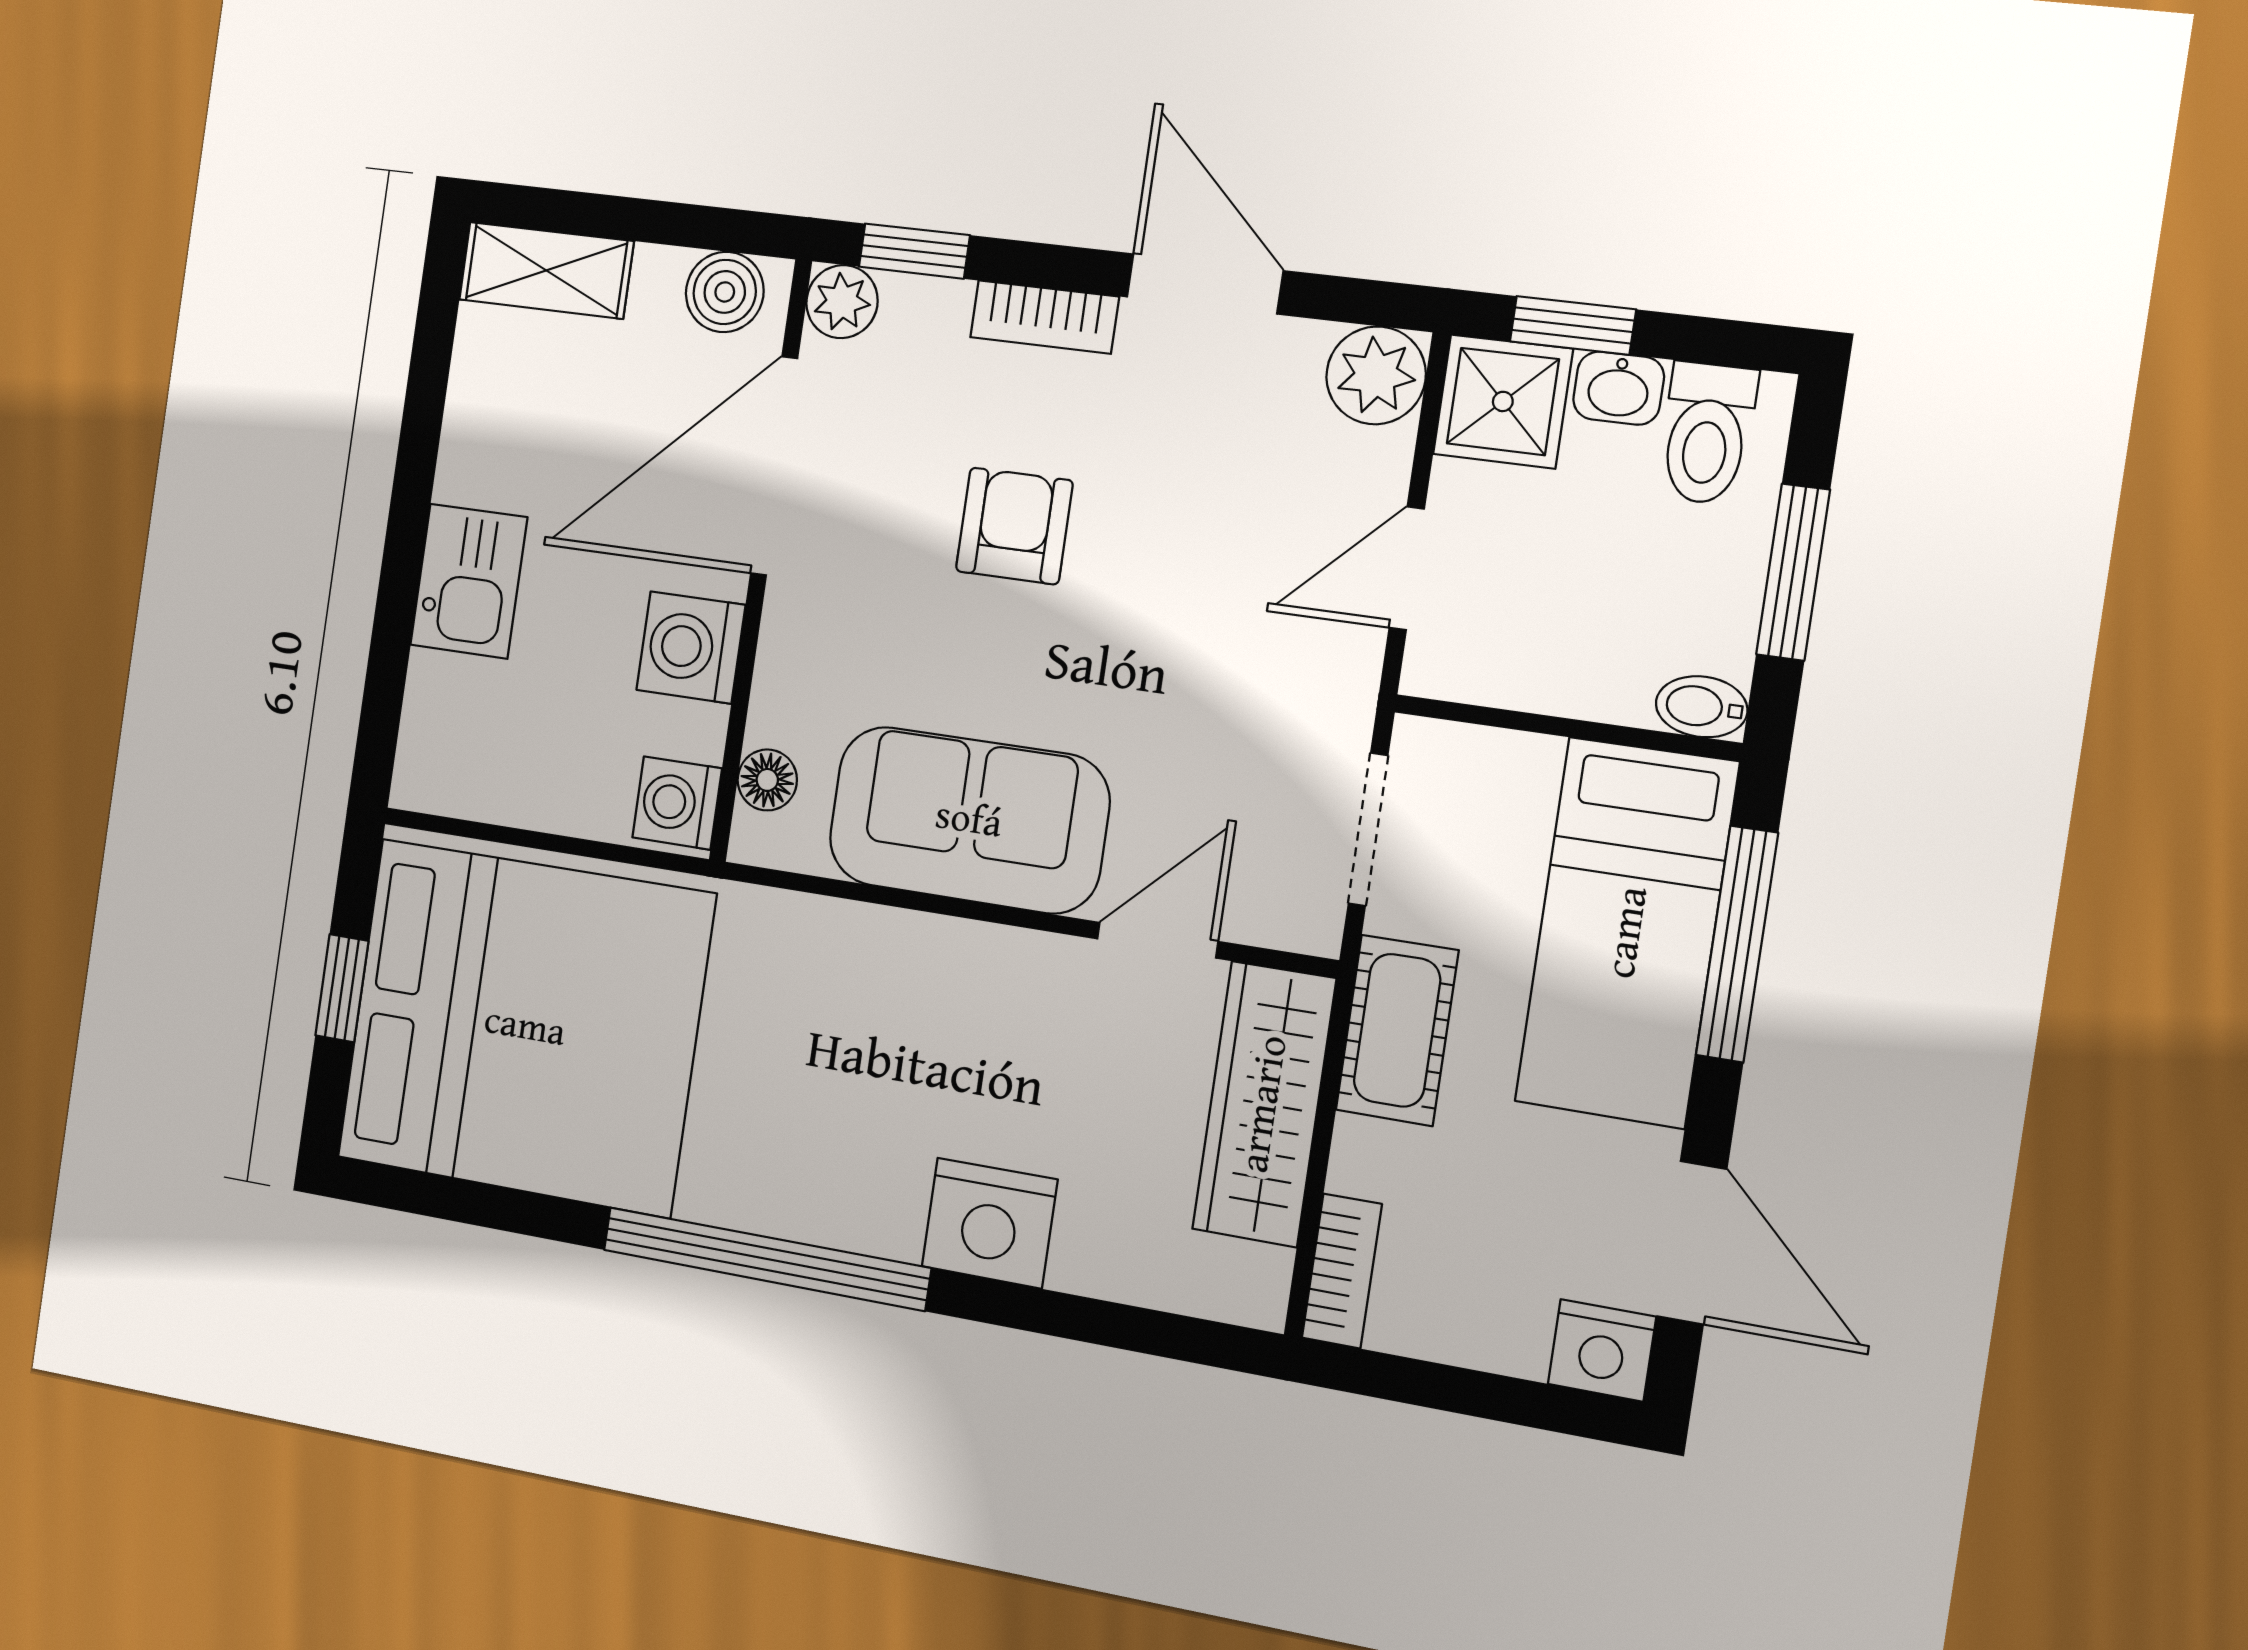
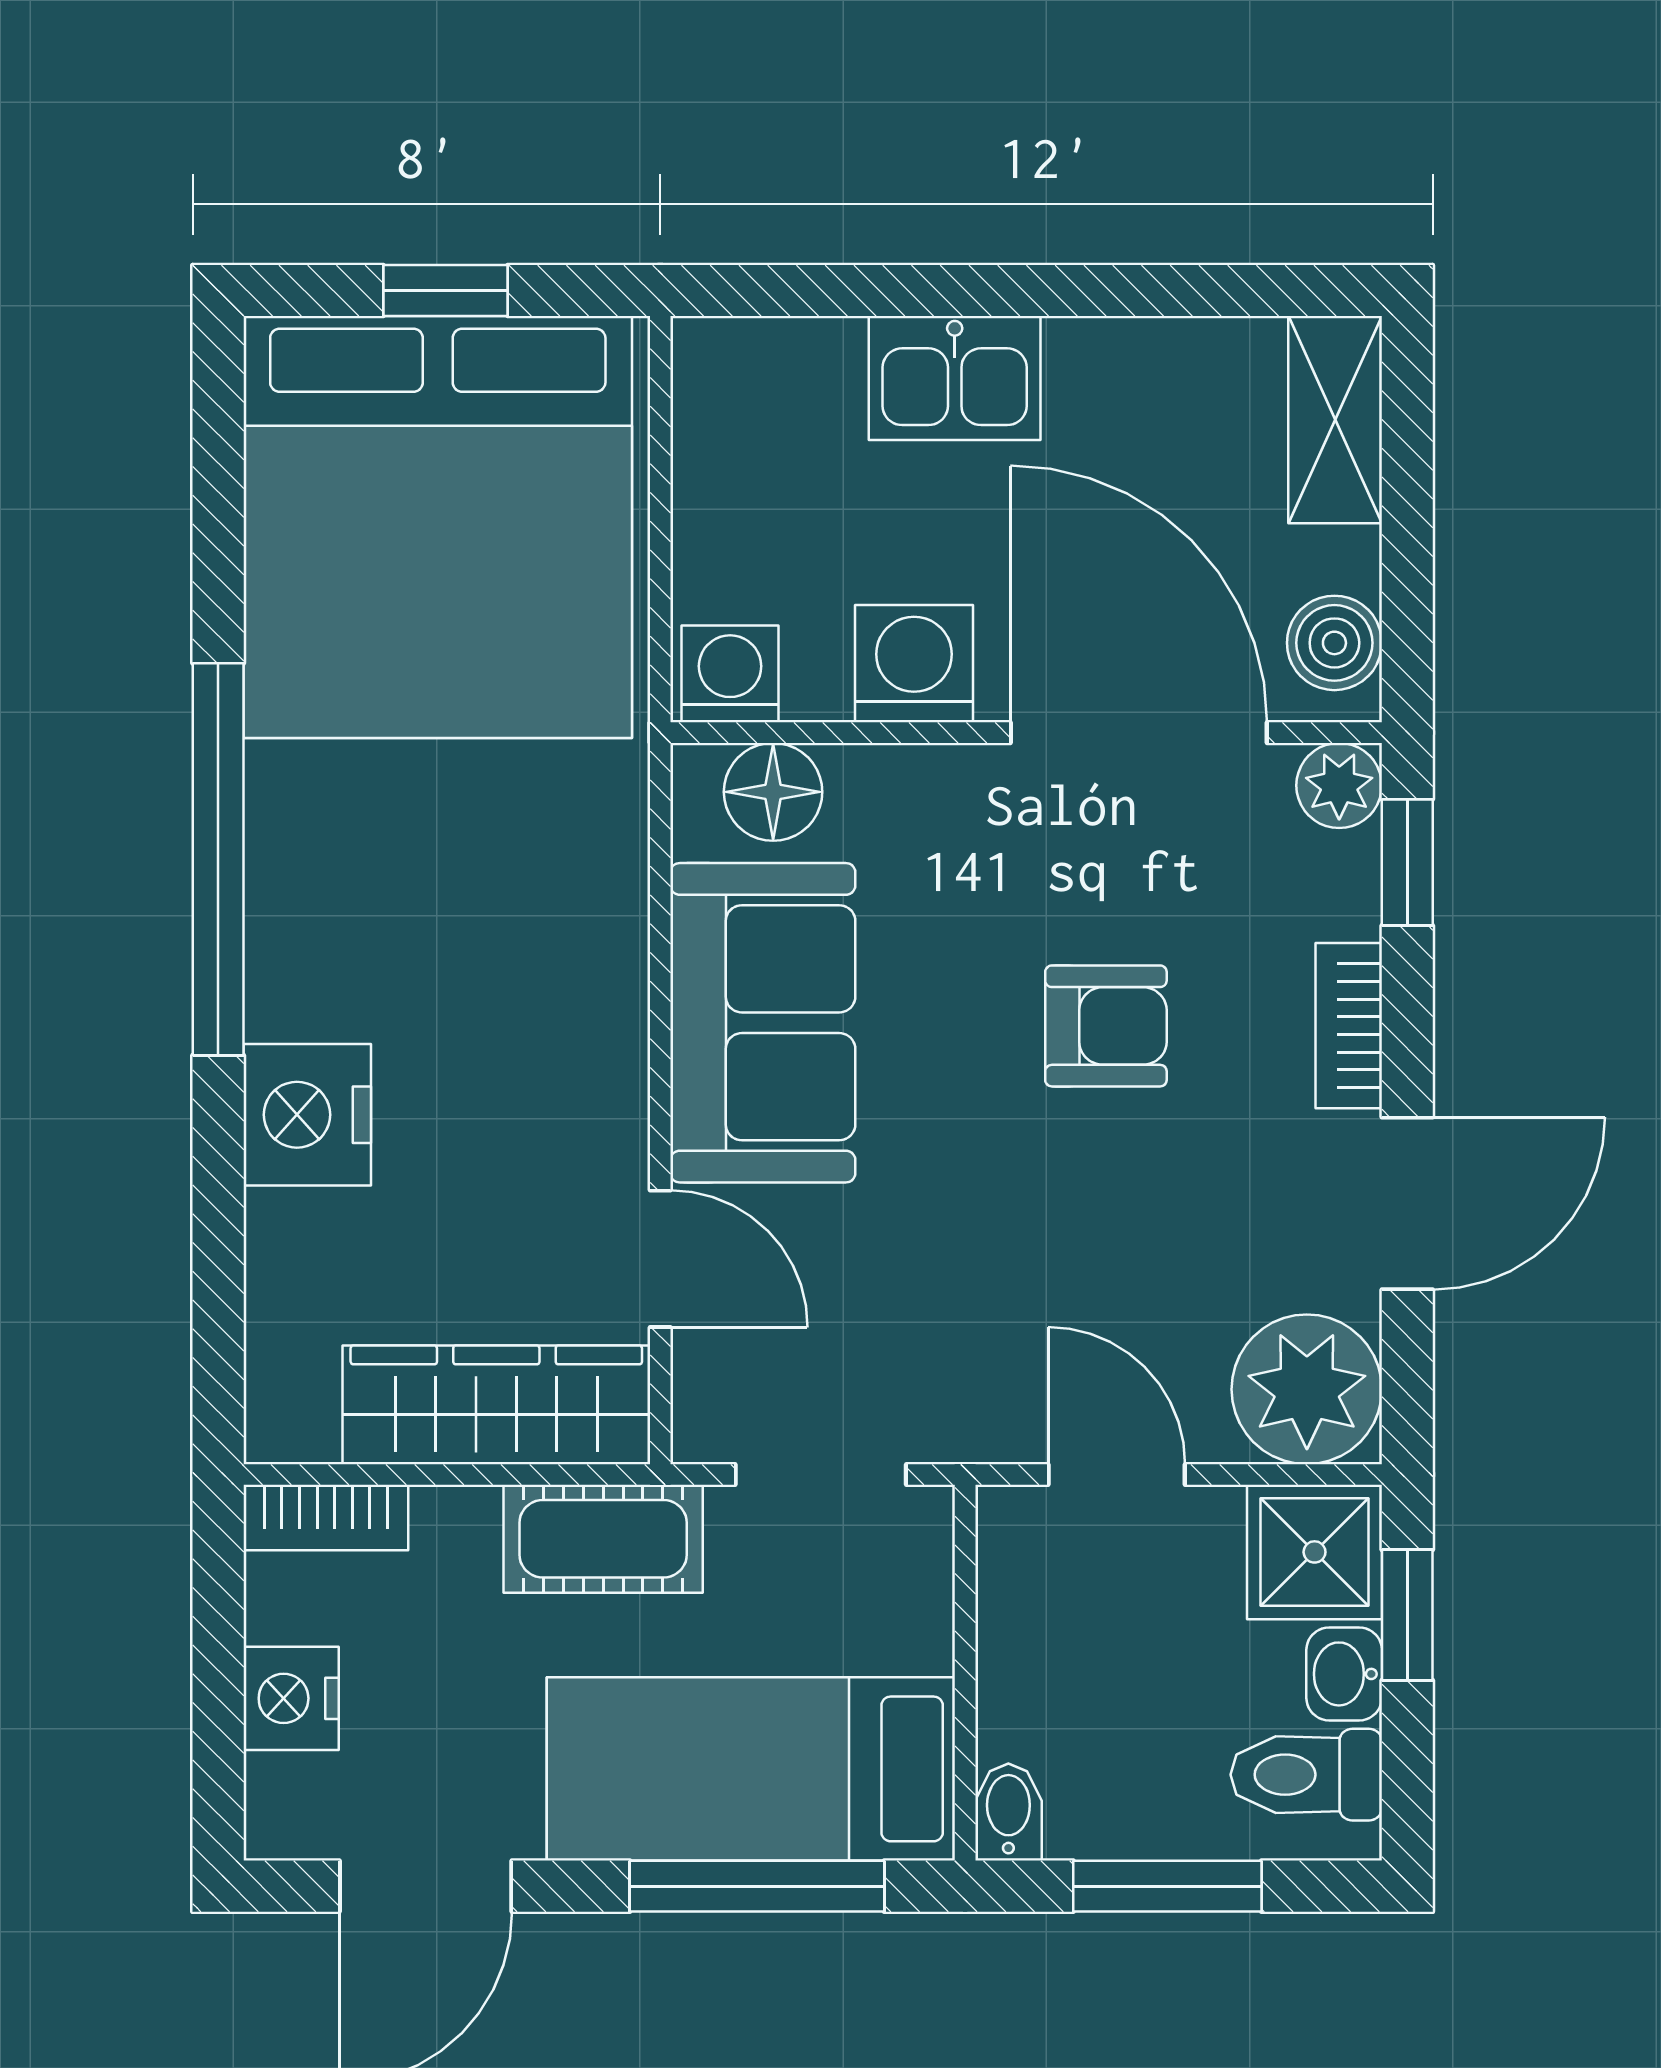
plant: (1376, 375) -> (1307, 1389), width x1.36, depth x1.36
floor lamp: (767, 780) -> (773, 792), width x1.37, depth x1.37
nightstand: (1602, 1350) -> (291, 1698), moved

